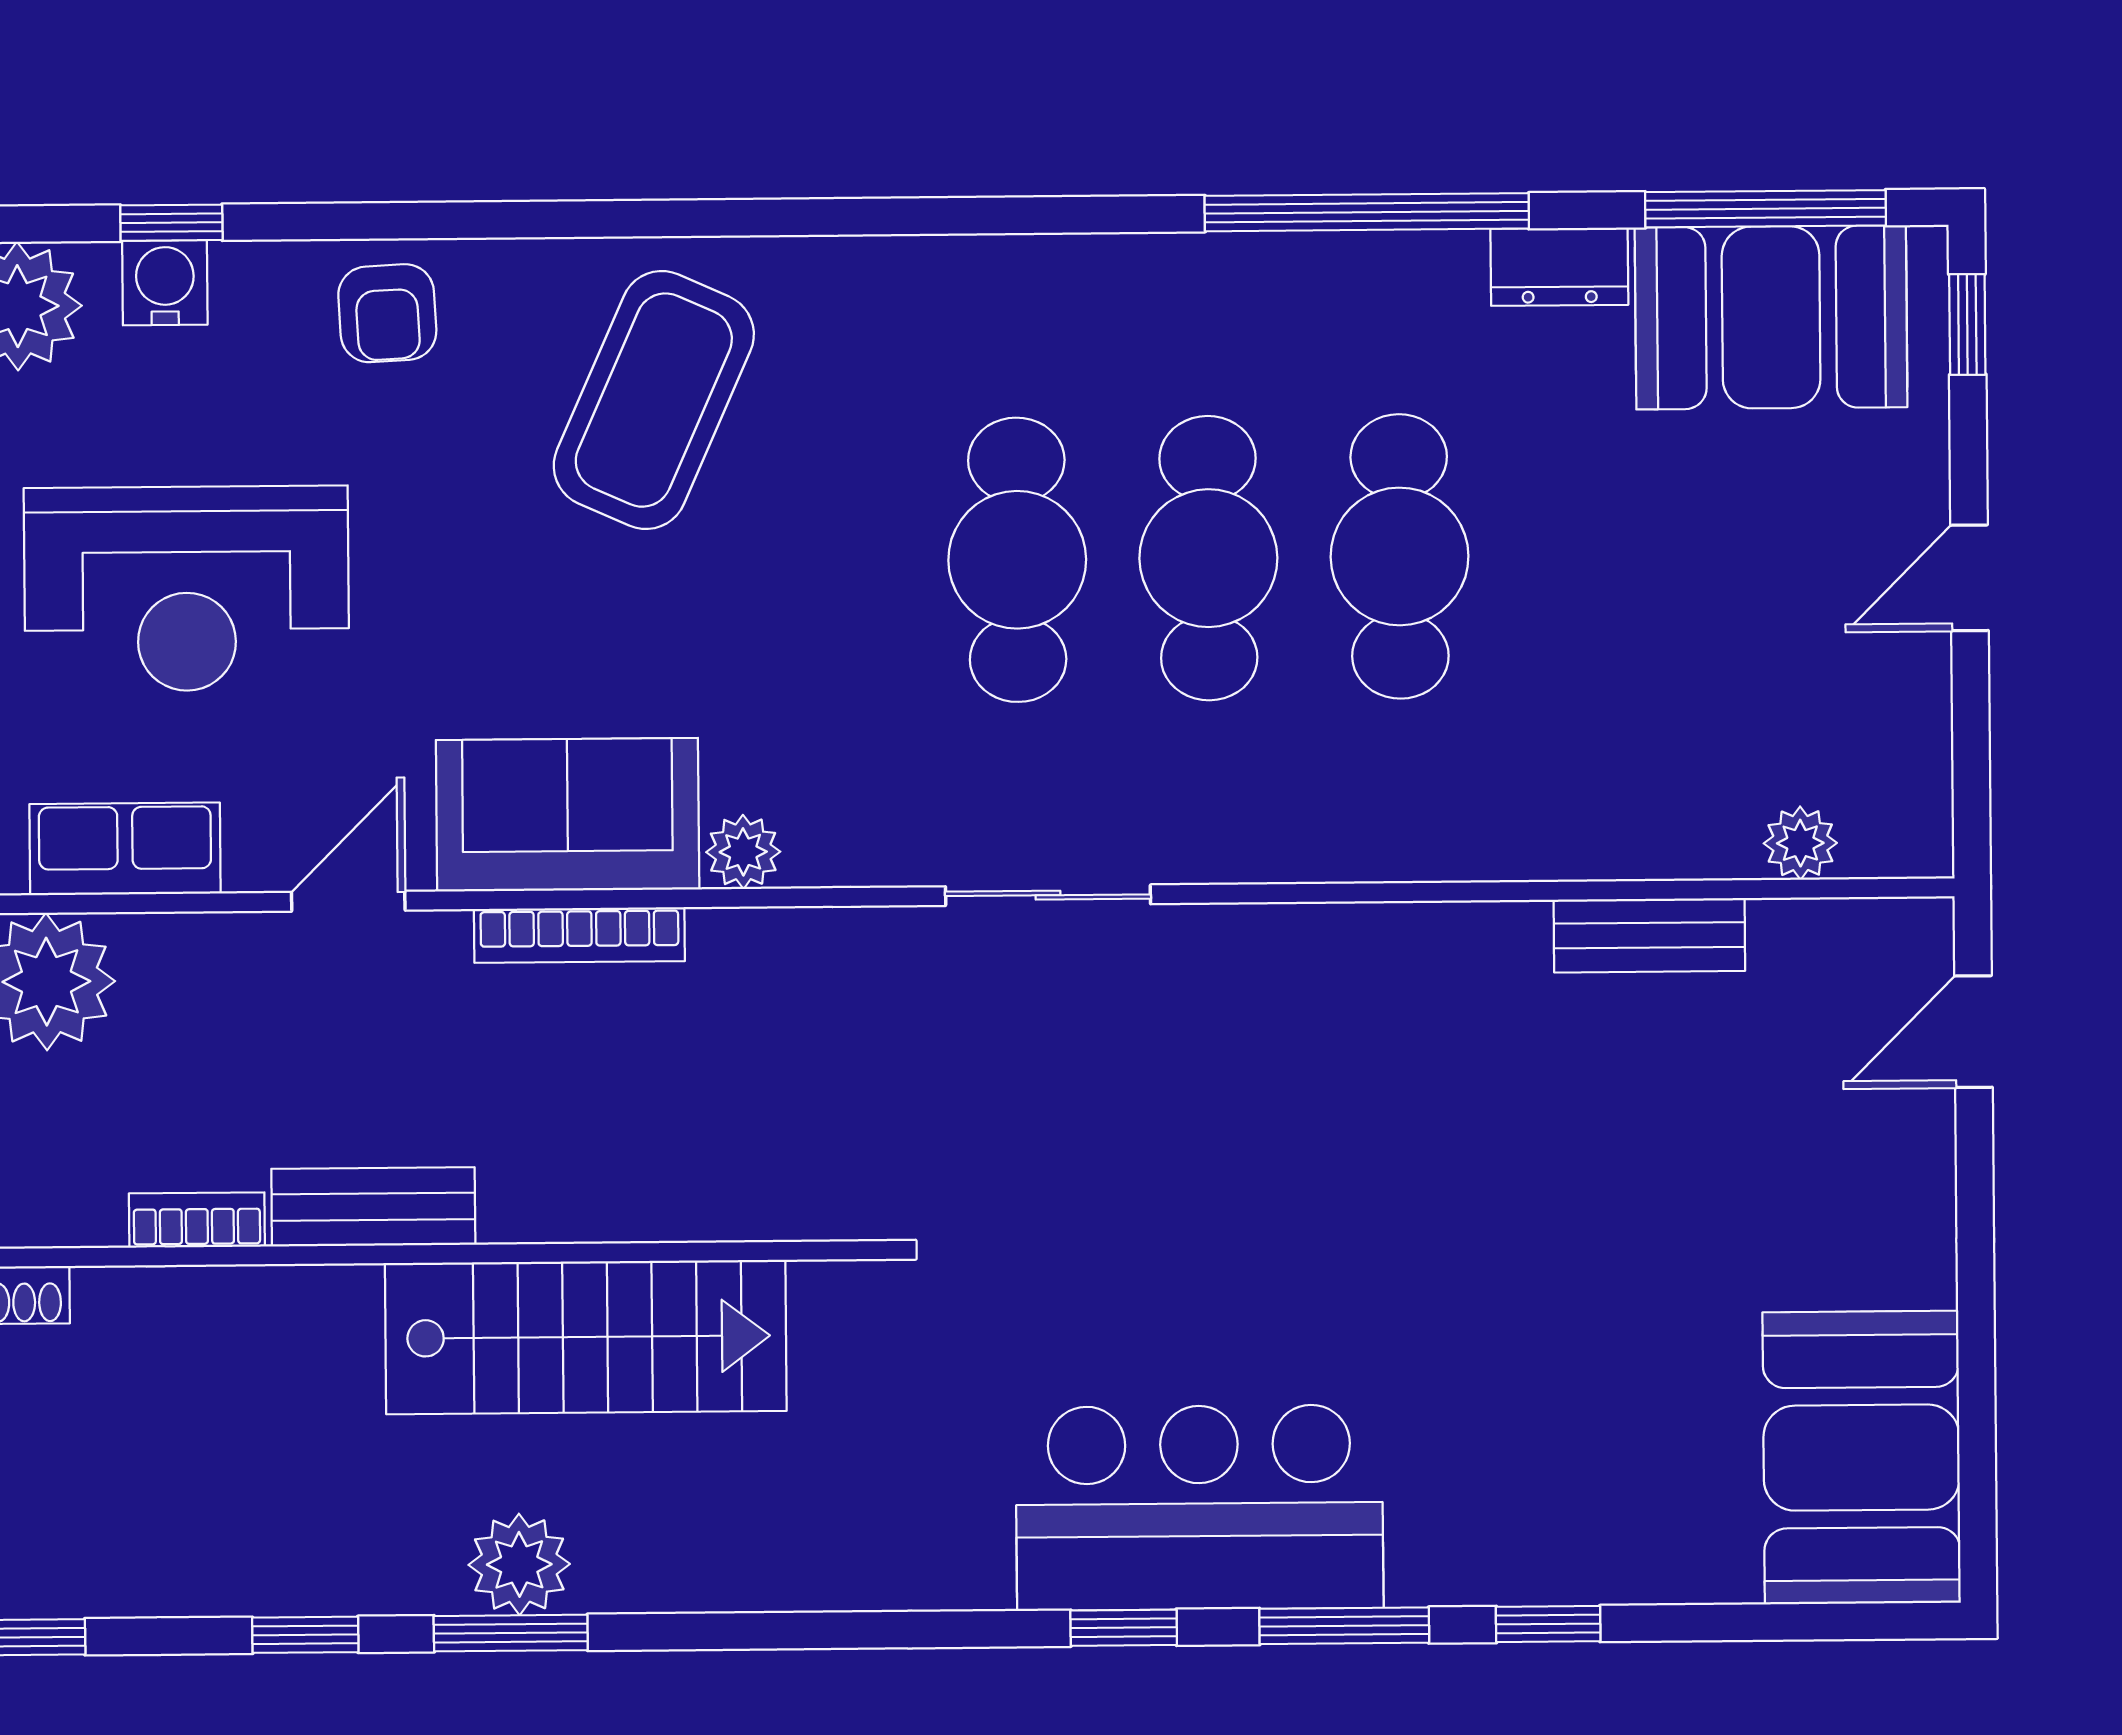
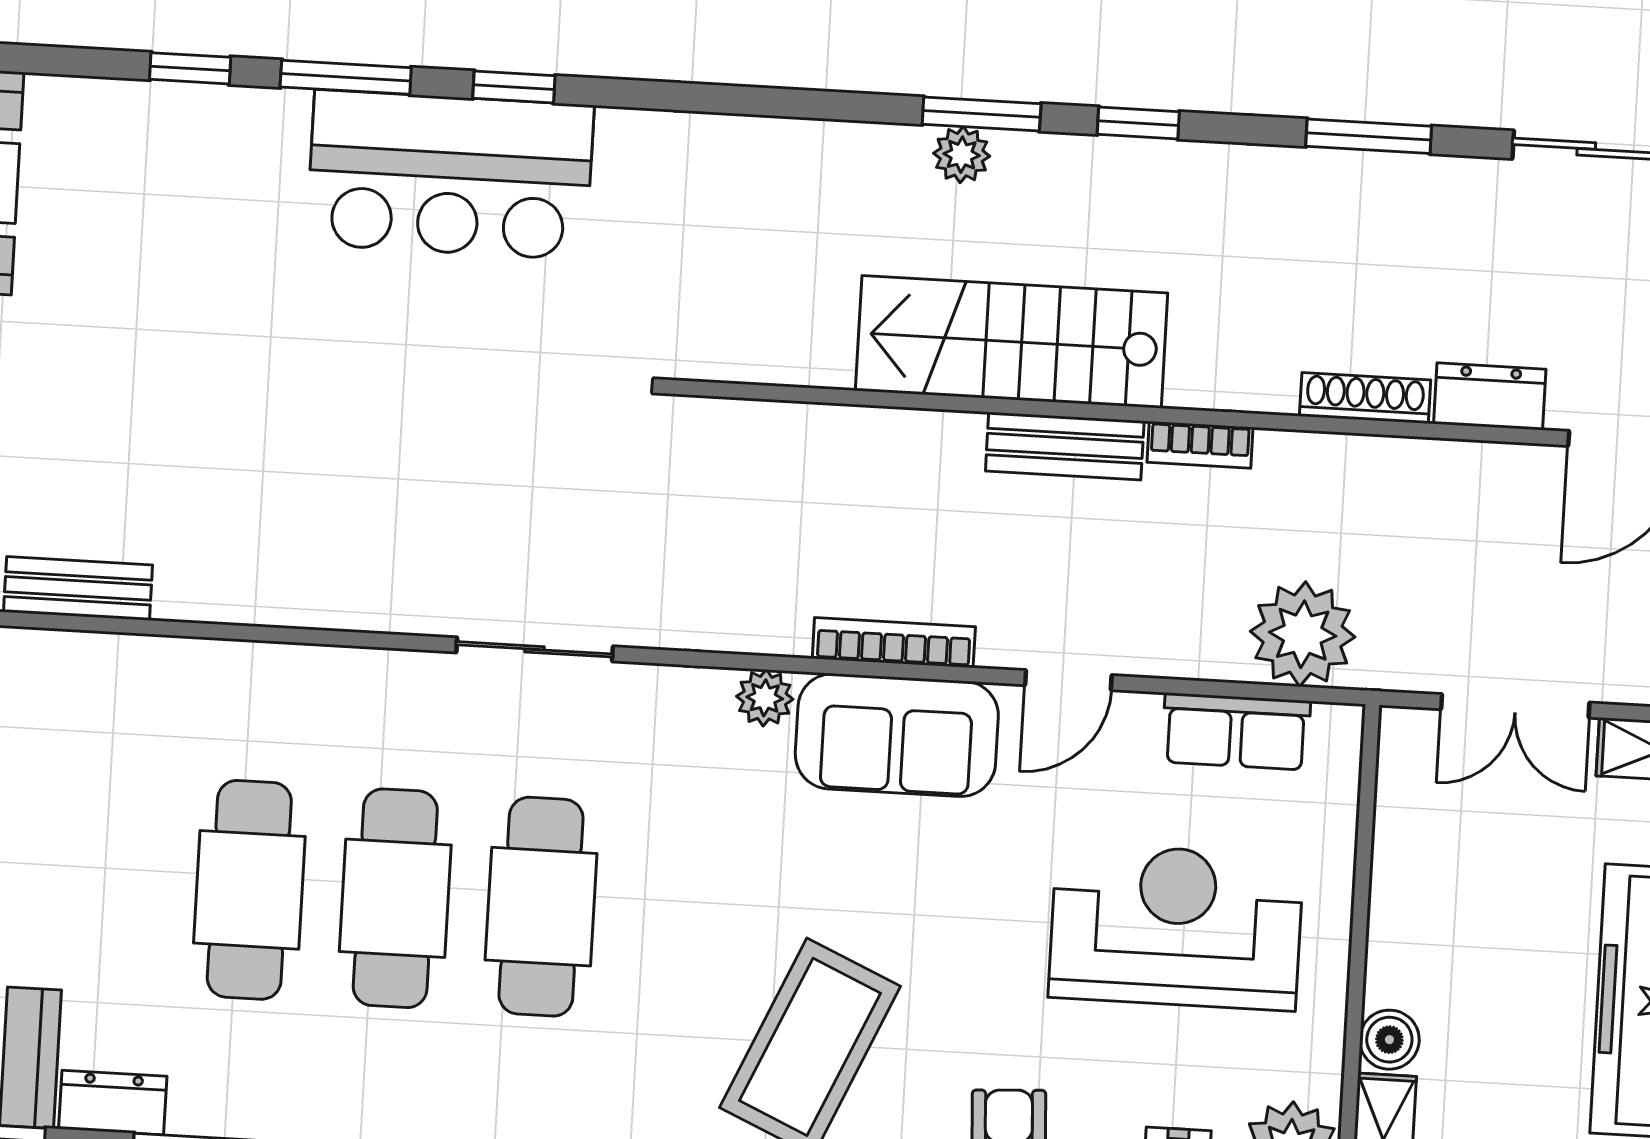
stairs: (586, 1337) -> (1012, 342), moved
plant: (519, 1564) -> (962, 155), width x0.73, depth x0.73

